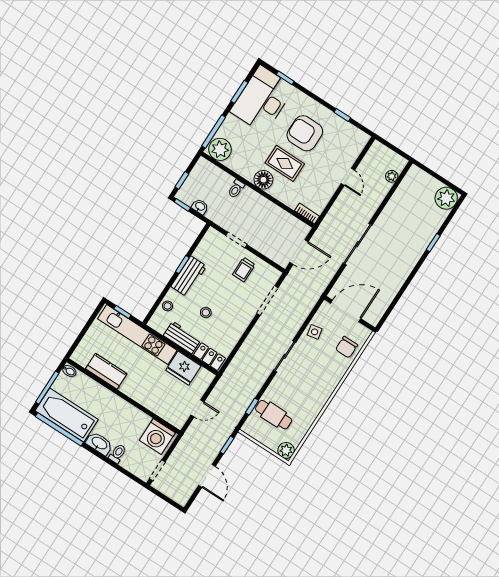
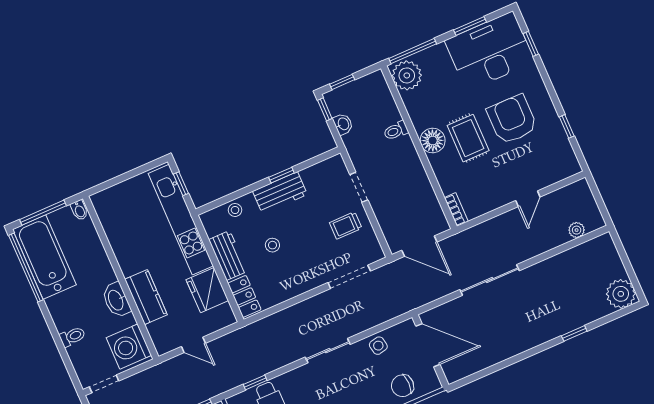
kitchen counter: (106, 371) -> (146, 297), moved
washbasin: (99, 443) -> (116, 300), moved, turned 180

